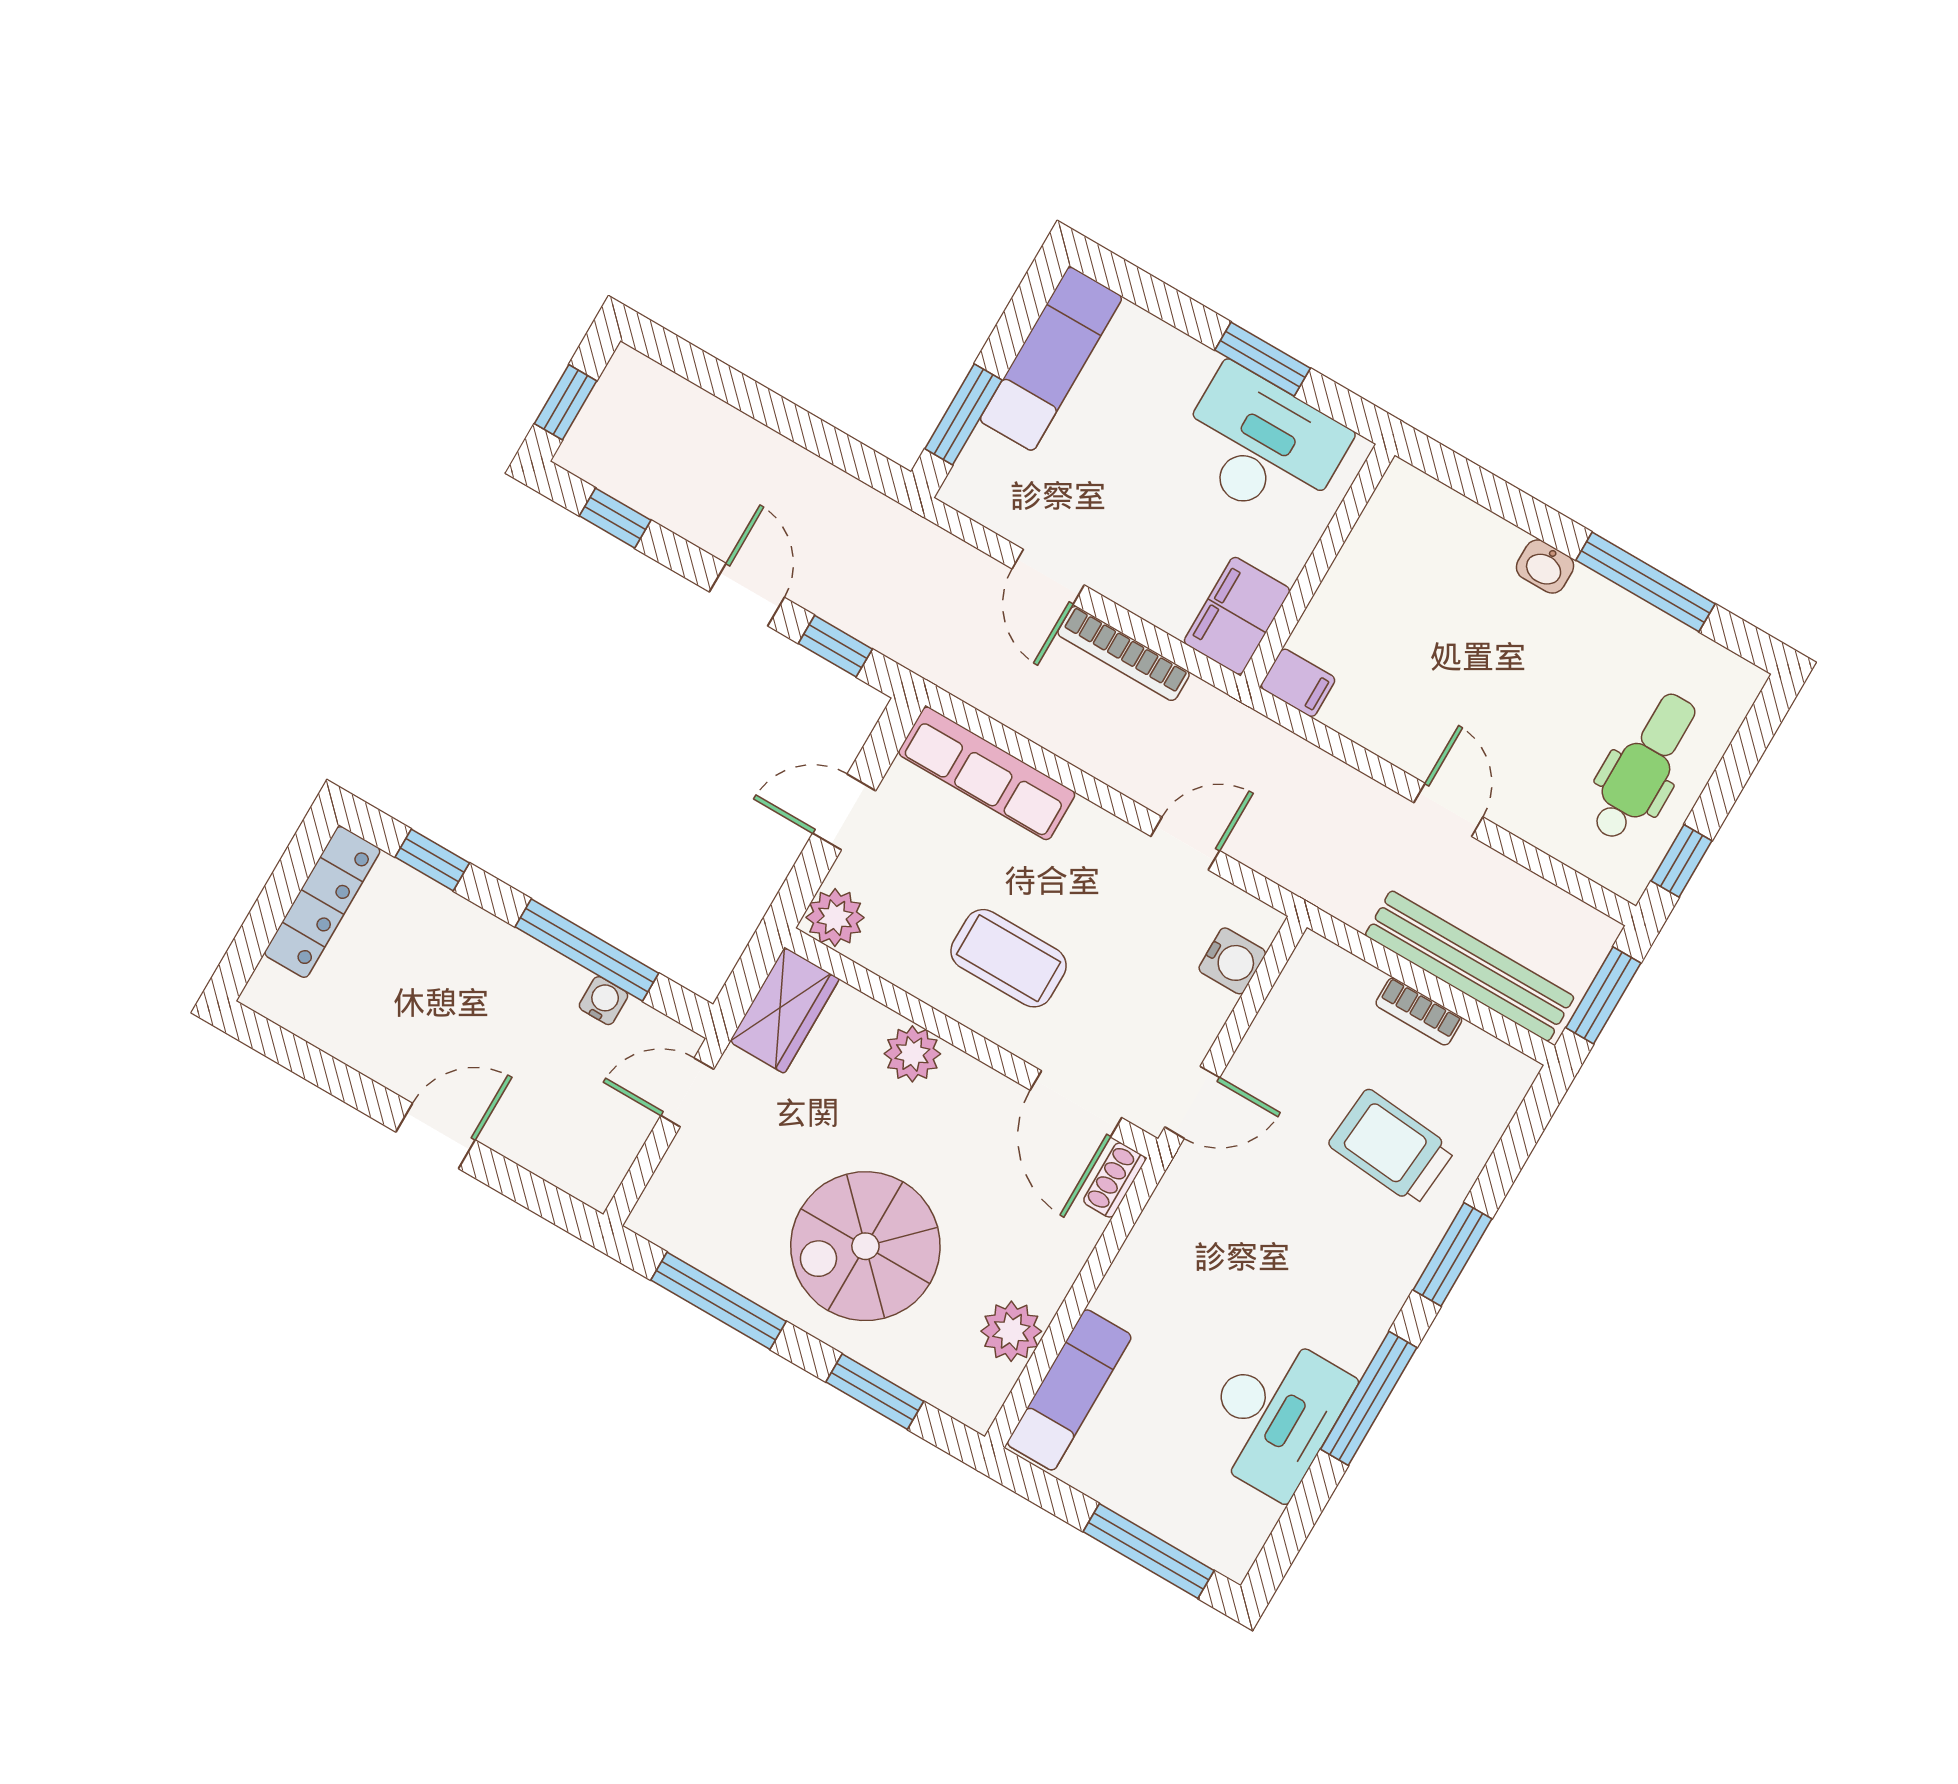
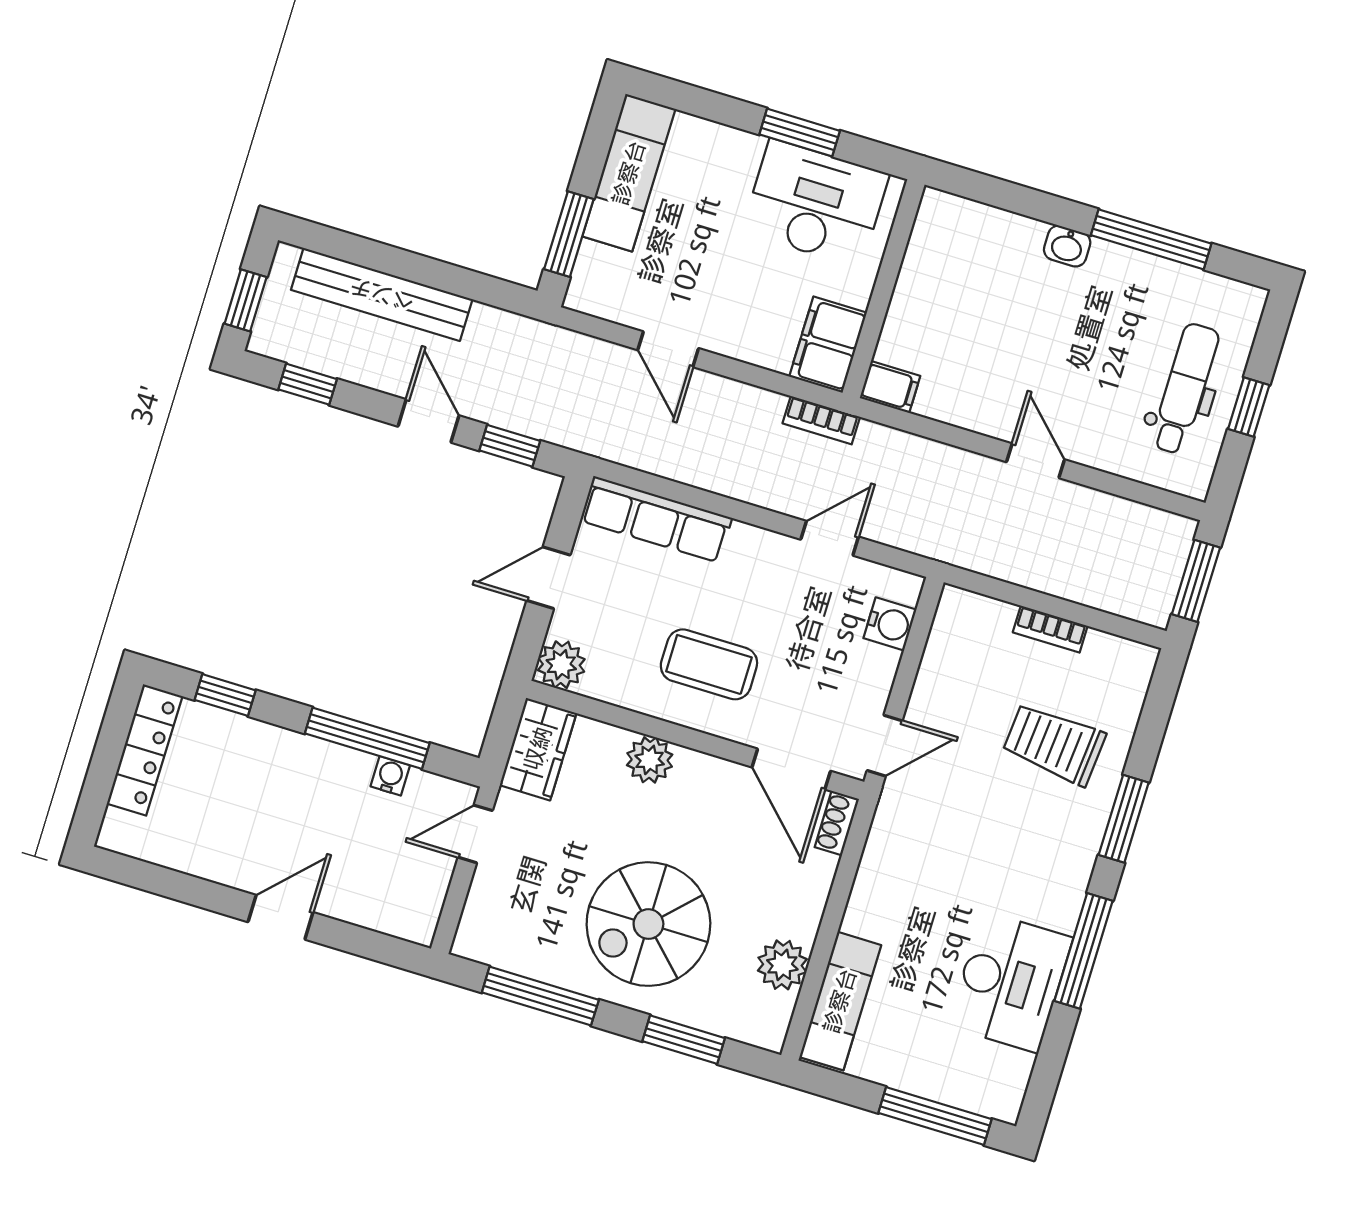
bookcase: (1124, 653) -> (821, 420), moved, width x0.64
window: (1682, 861) -> (1249, 407), moved
bench: (1470, 966) -> (382, 294), moved

